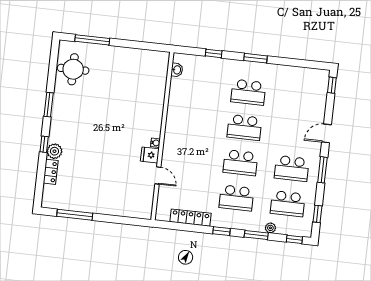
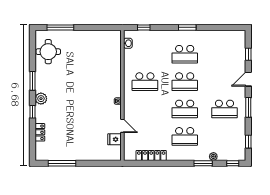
window: (214, 53) -> (144, 27), moved
window: (332, 85) -> (248, 54), moved
plant: (54, 151) -> (41, 99), moved
fridge: (150, 155) -> (114, 139), moved
school desk: (288, 204) -> (145, 82), moved
window: (221, 231) -> (176, 163), removed

